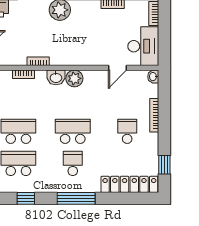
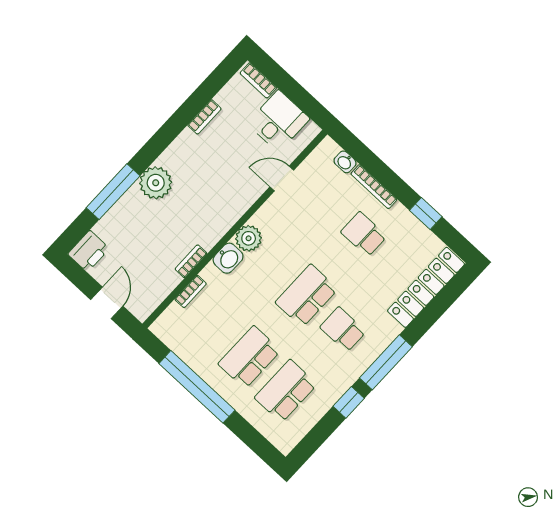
desk: (143, 46) -> (278, 121), width x0.73
door: (117, 68) -> (282, 178), swing flipped
washbasin: (153, 77) -> (345, 162), moved
window: (164, 165) -> (426, 214), moved
window: (26, 198) -> (349, 402), moved

